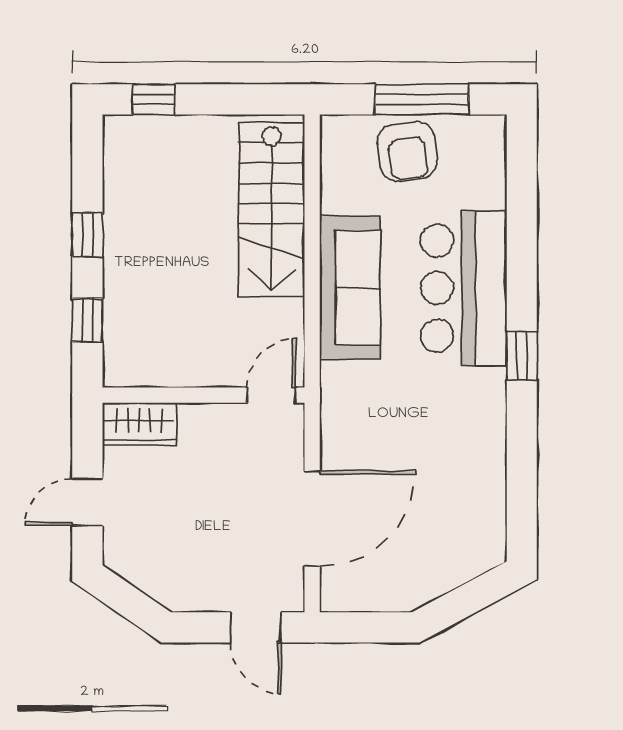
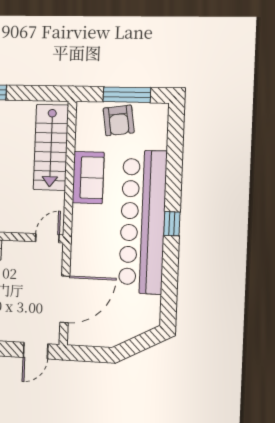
sofa: (350, 288) -> (88, 178), width x0.73
bar counter: (464, 288) -> (143, 222), width x1.86
door: (256, 627) -> (36, 351), hinge flipped

